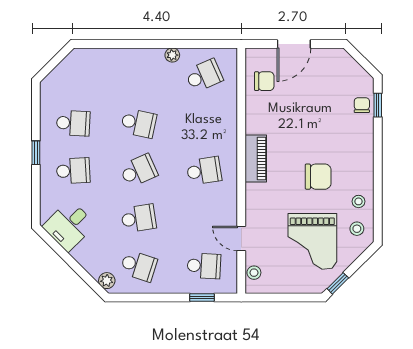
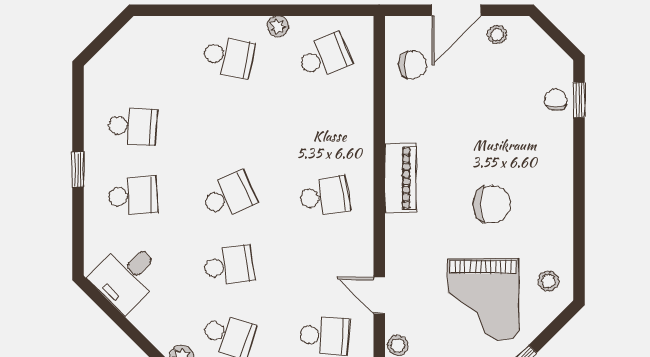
school desk: (139, 123) -> (229, 56), moved
stool: (359, 201) -> (497, 35), moved

